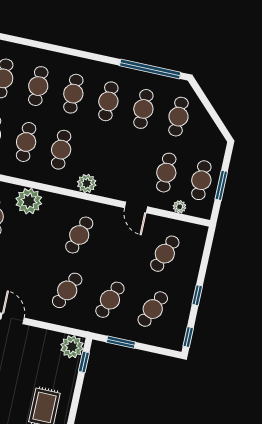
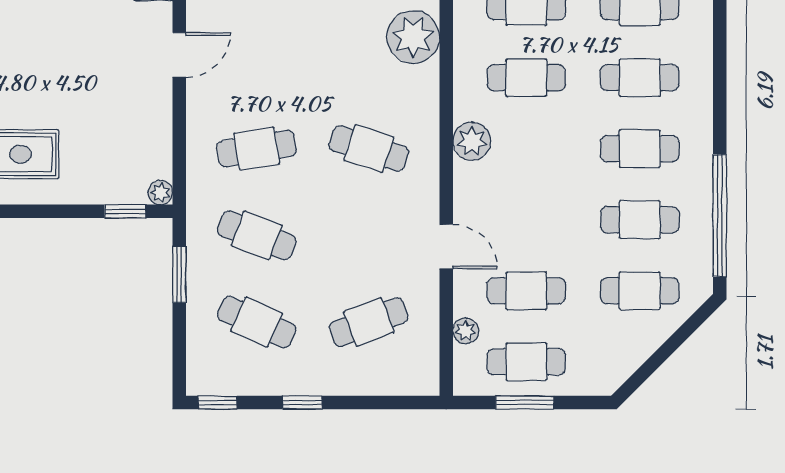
door: (136, 207) -> (446, 247), swing flipped
cafe table: (165, 254) -> (369, 322), turned -42
cafe table: (67, 290) -> (257, 149), turned -33
plant: (72, 347) -> (160, 192), width x0.53, depth x0.53

